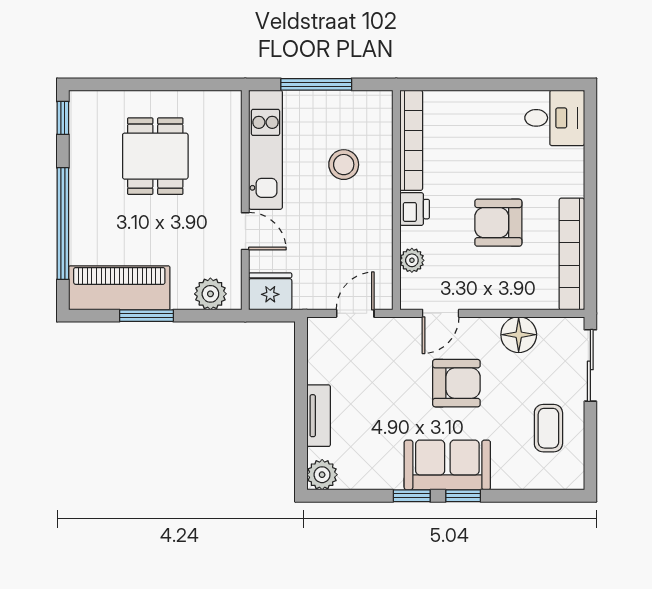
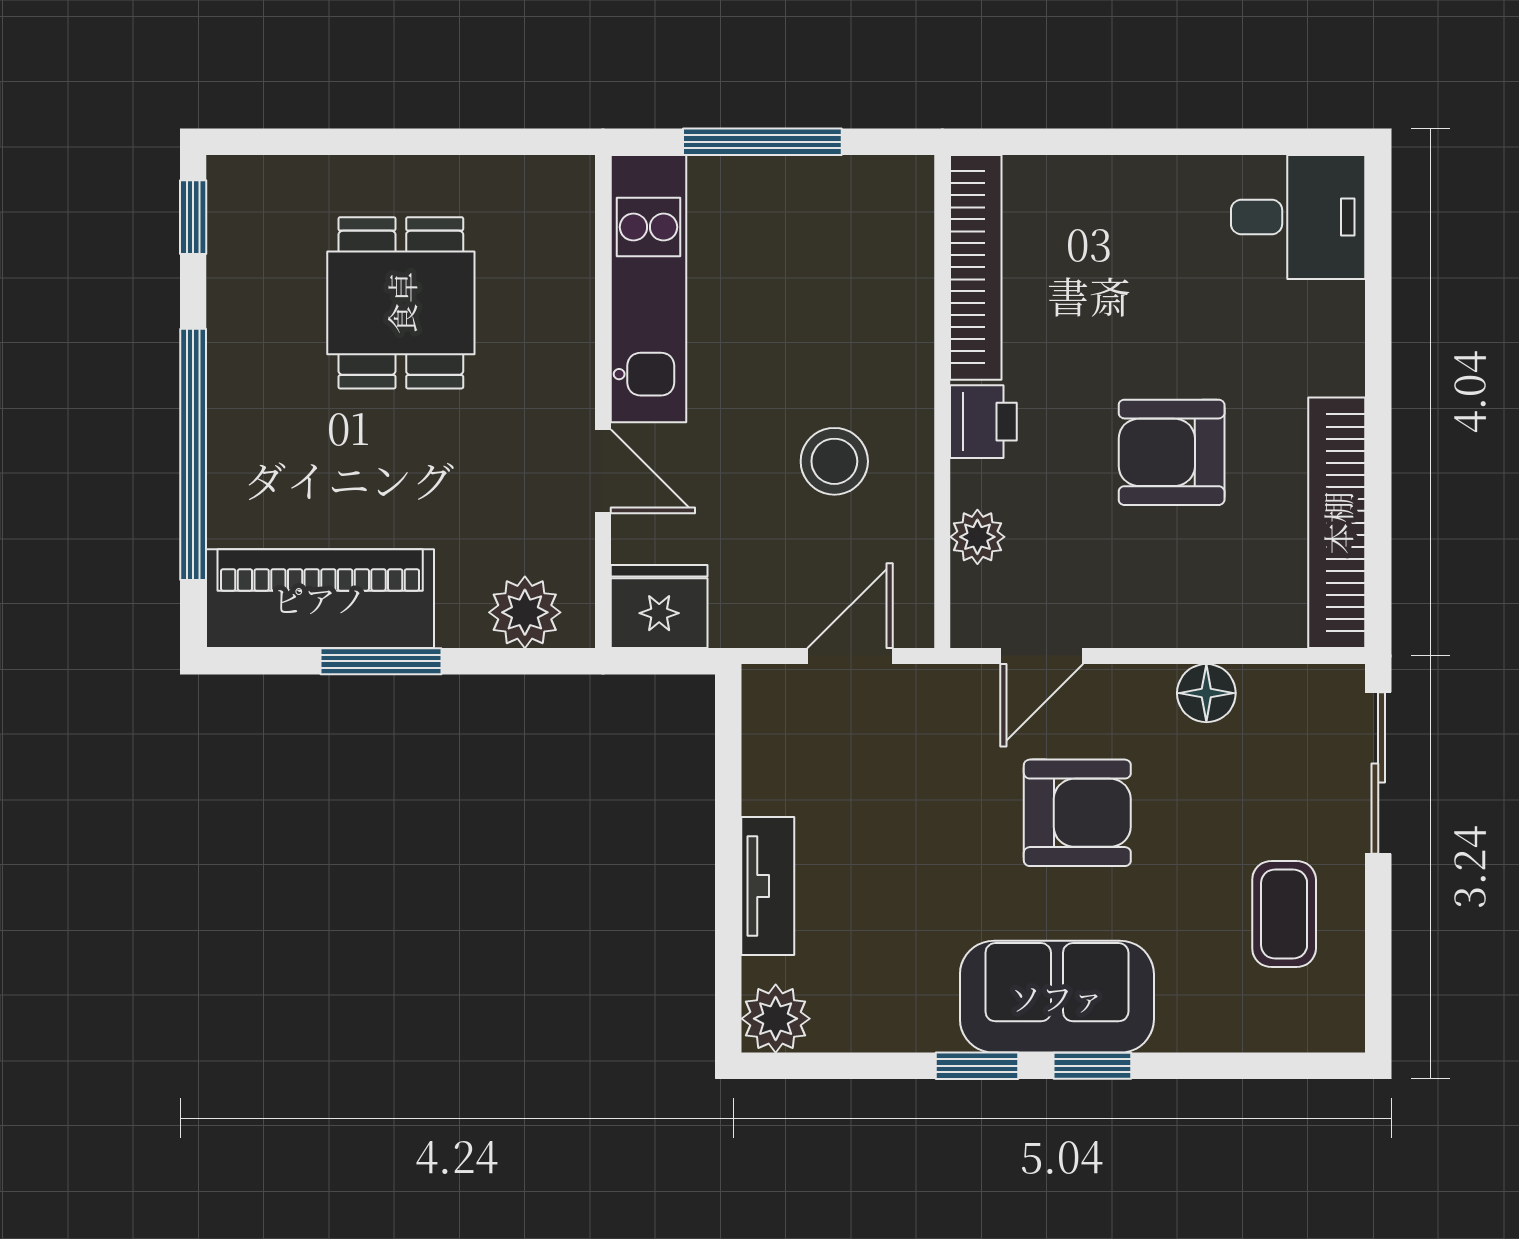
stool: (344, 165) -> (834, 461), moved
floor lamp: (519, 335) -> (1206, 693), width x0.73, depth x0.73

